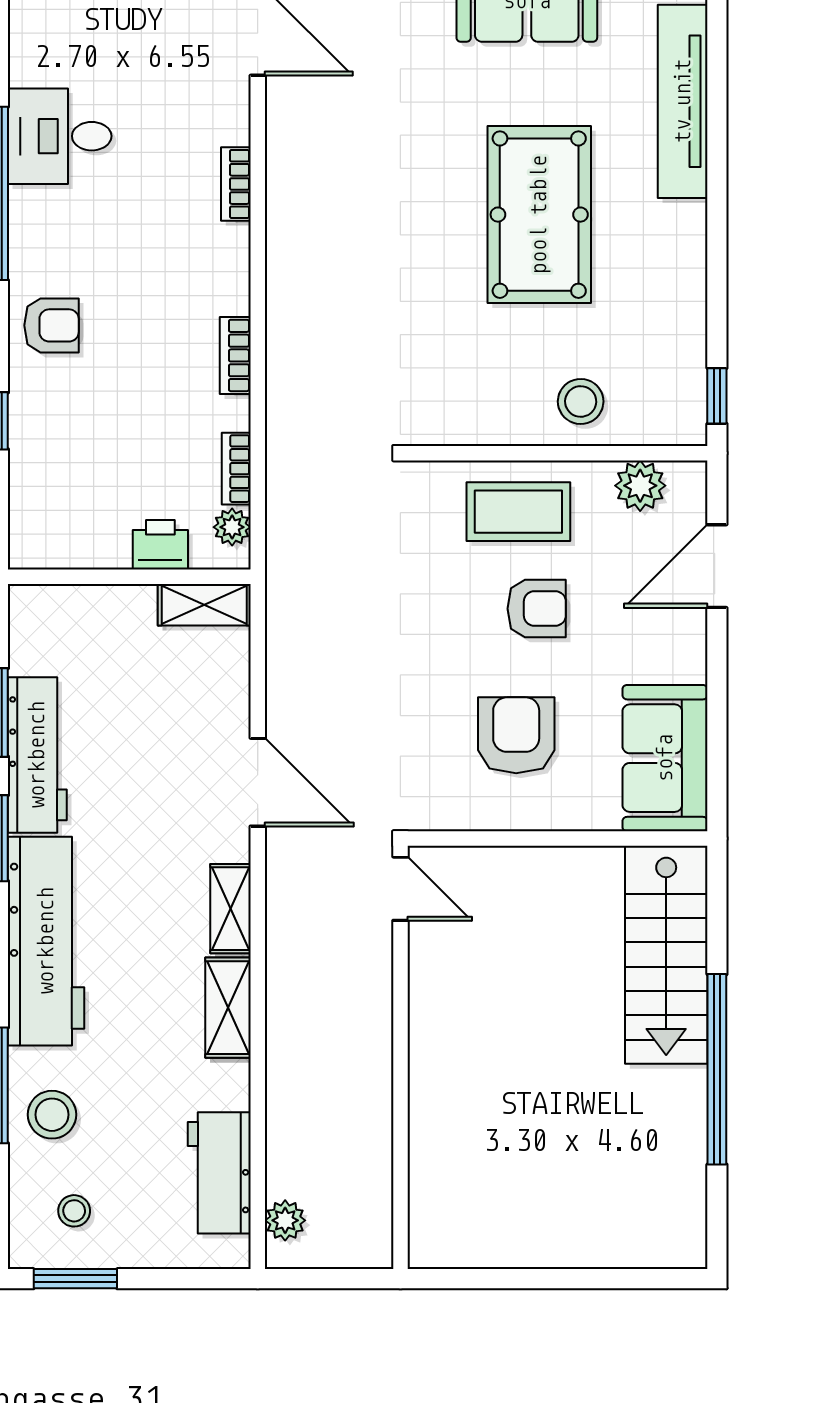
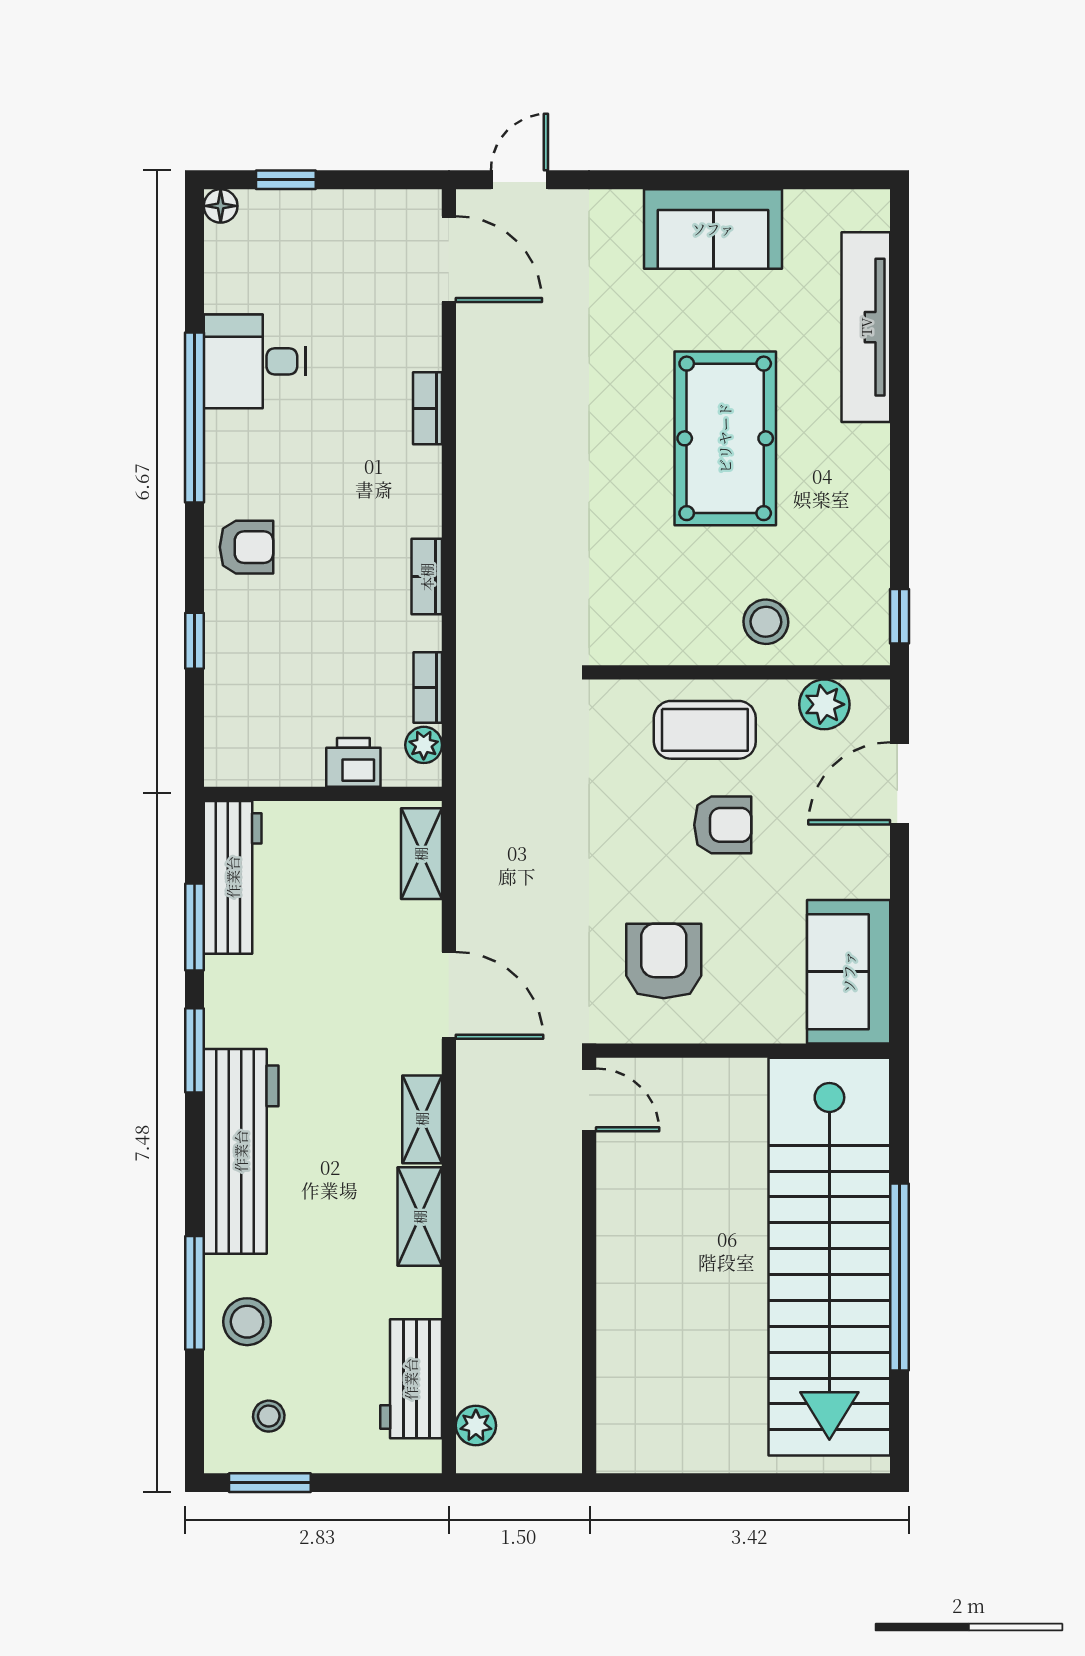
shelving: (204, 605) -> (421, 854), moved, turned 90
armchair: (516, 735) -> (664, 961), moved
workbench: (37, 755) -> (233, 877), moved
stairs: (666, 955) -> (829, 1257), width x1.86, depth x1.51

